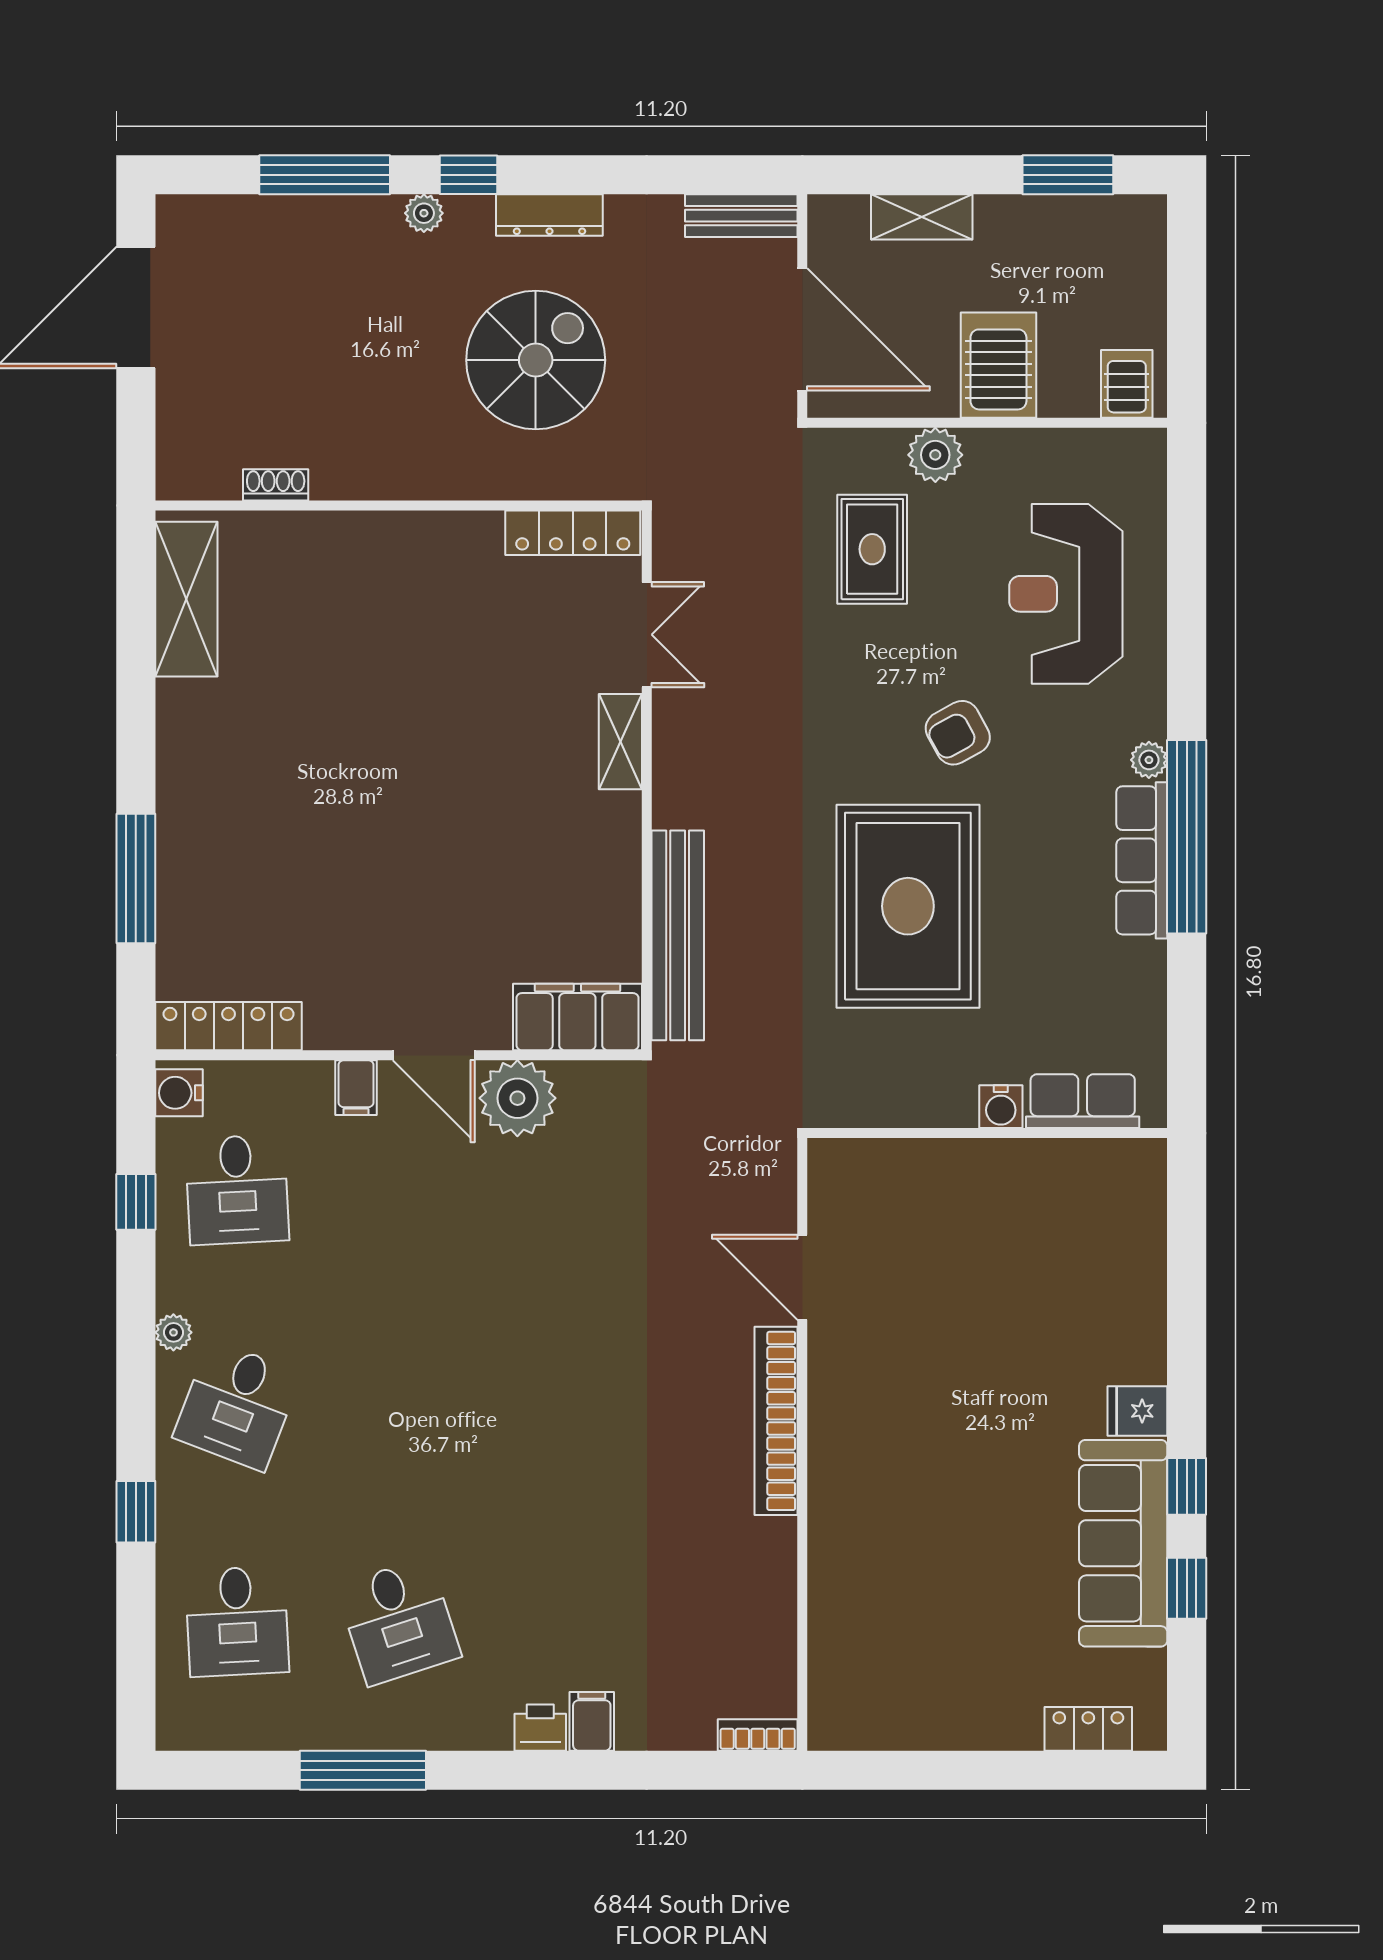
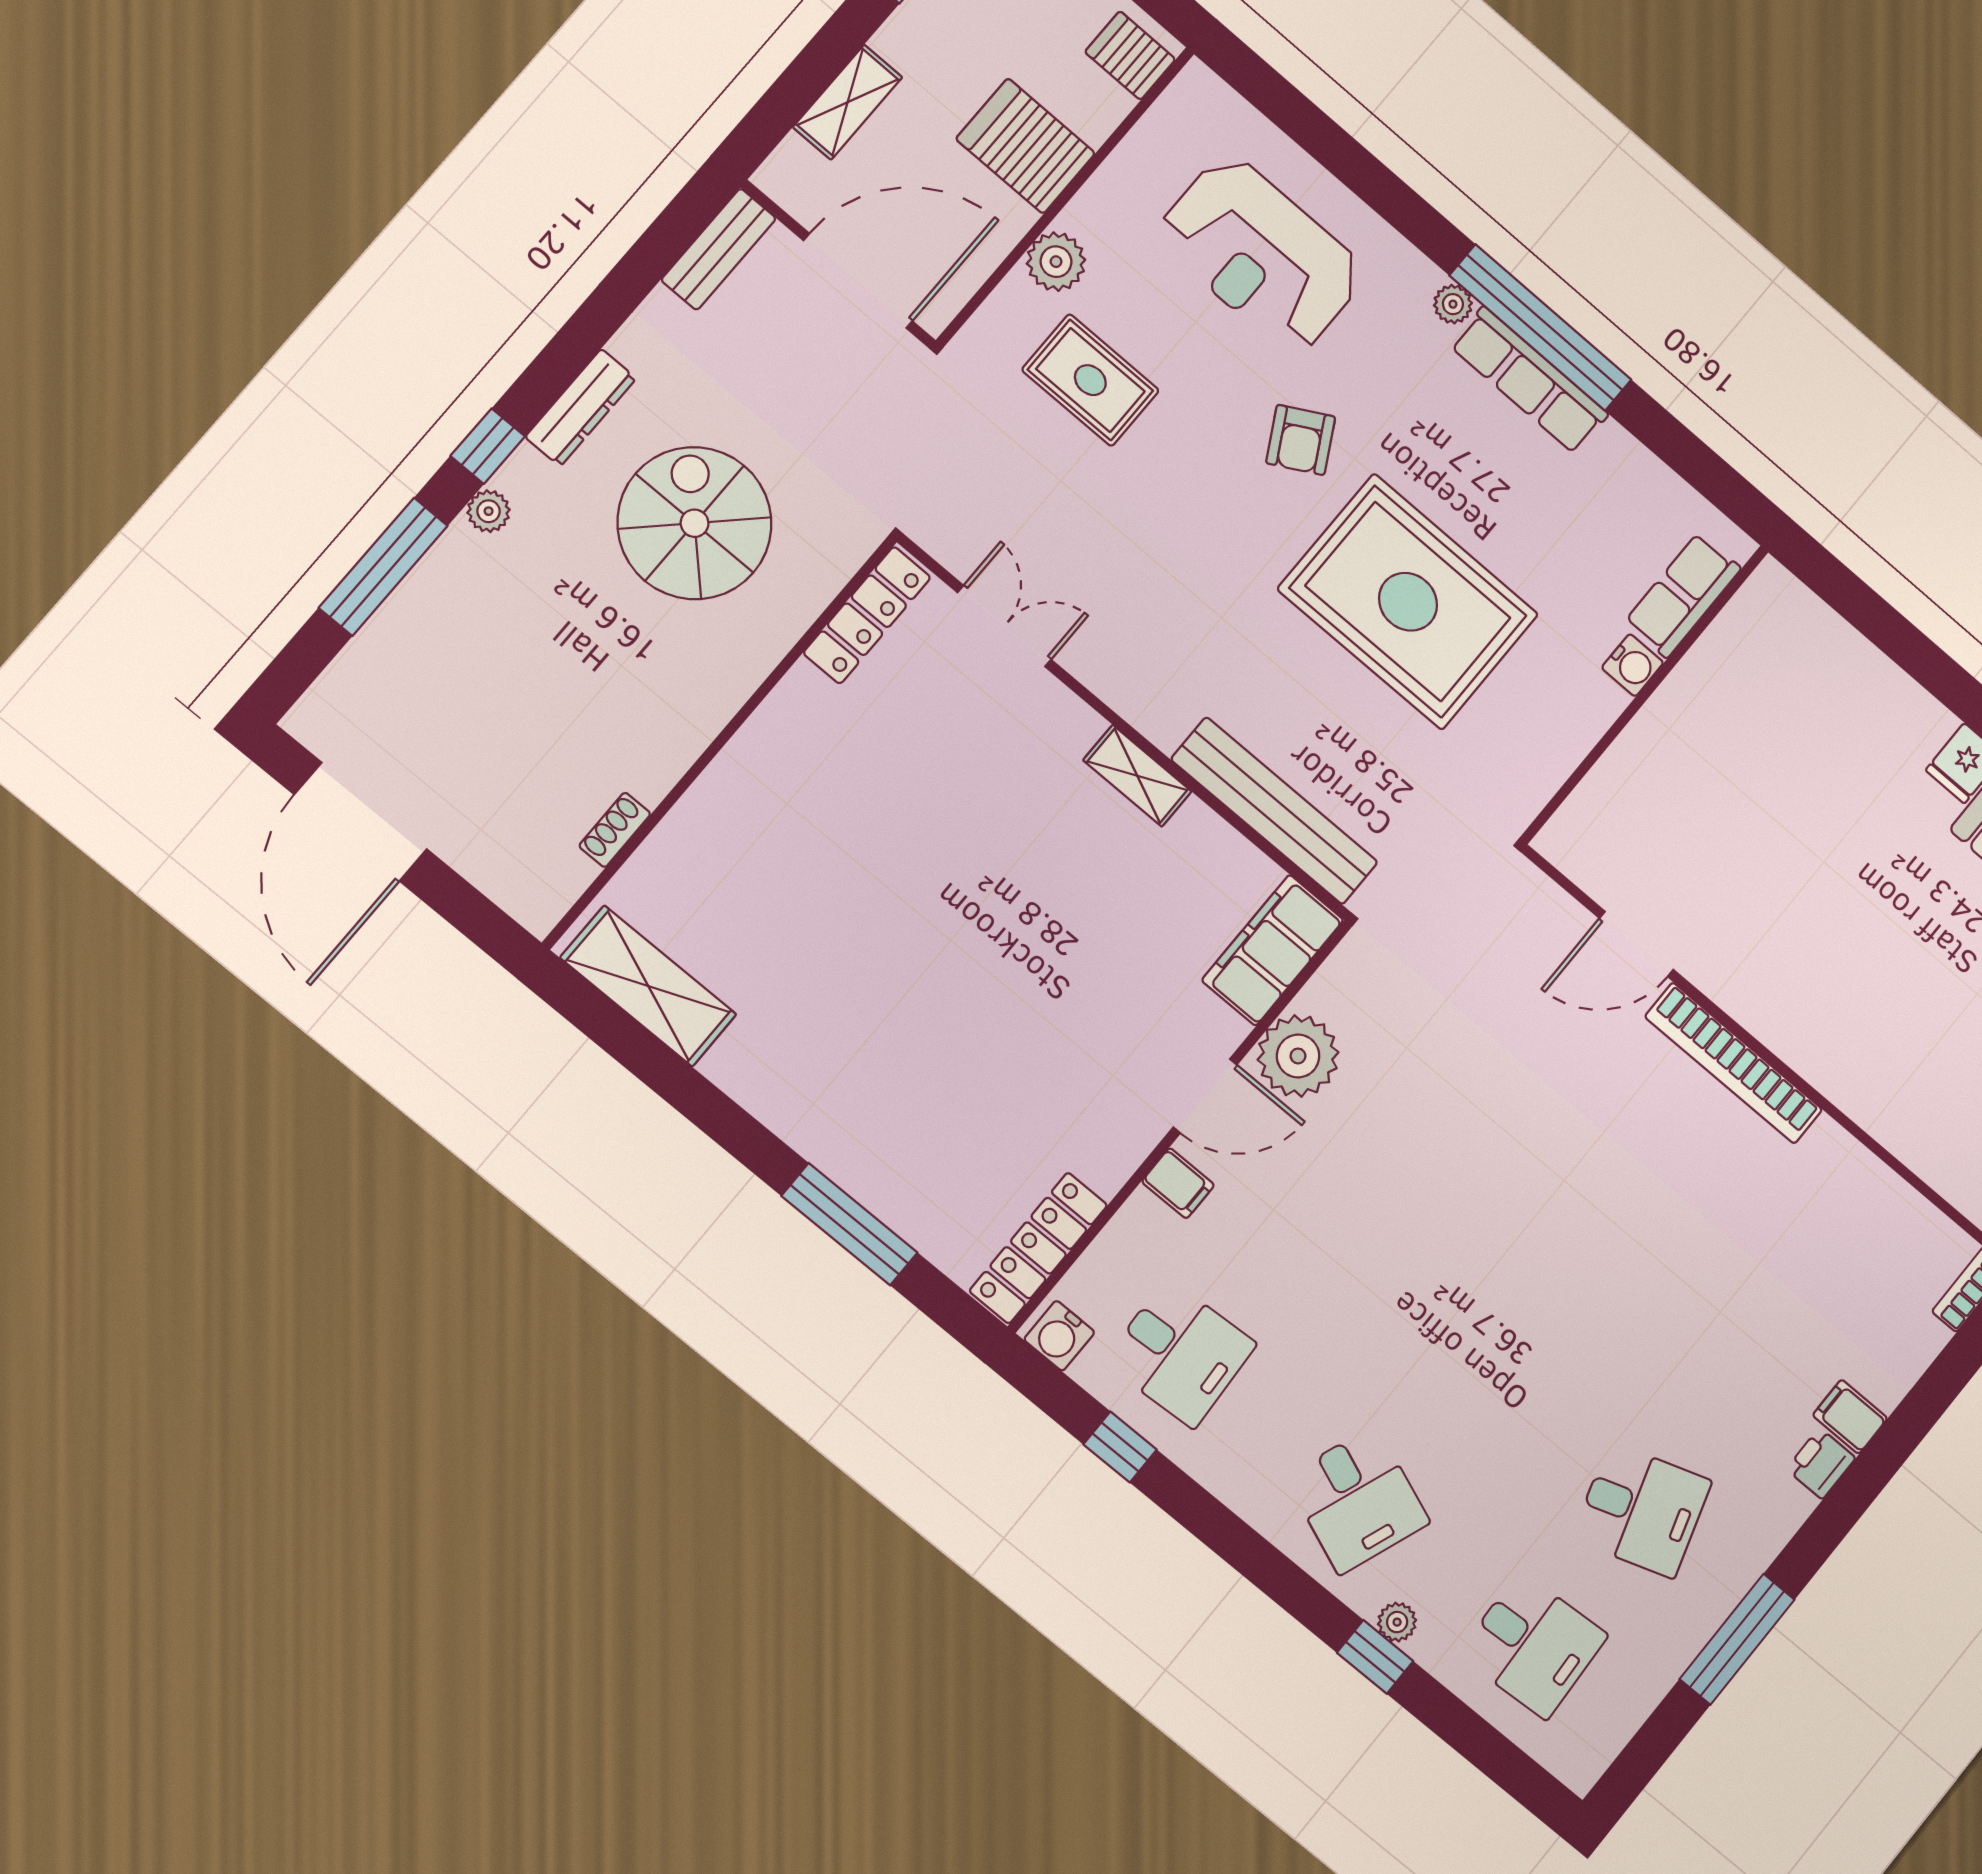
shelving: (620, 742) -> (1137, 776), moved
plant: (173, 1332) -> (1397, 1622), moved

